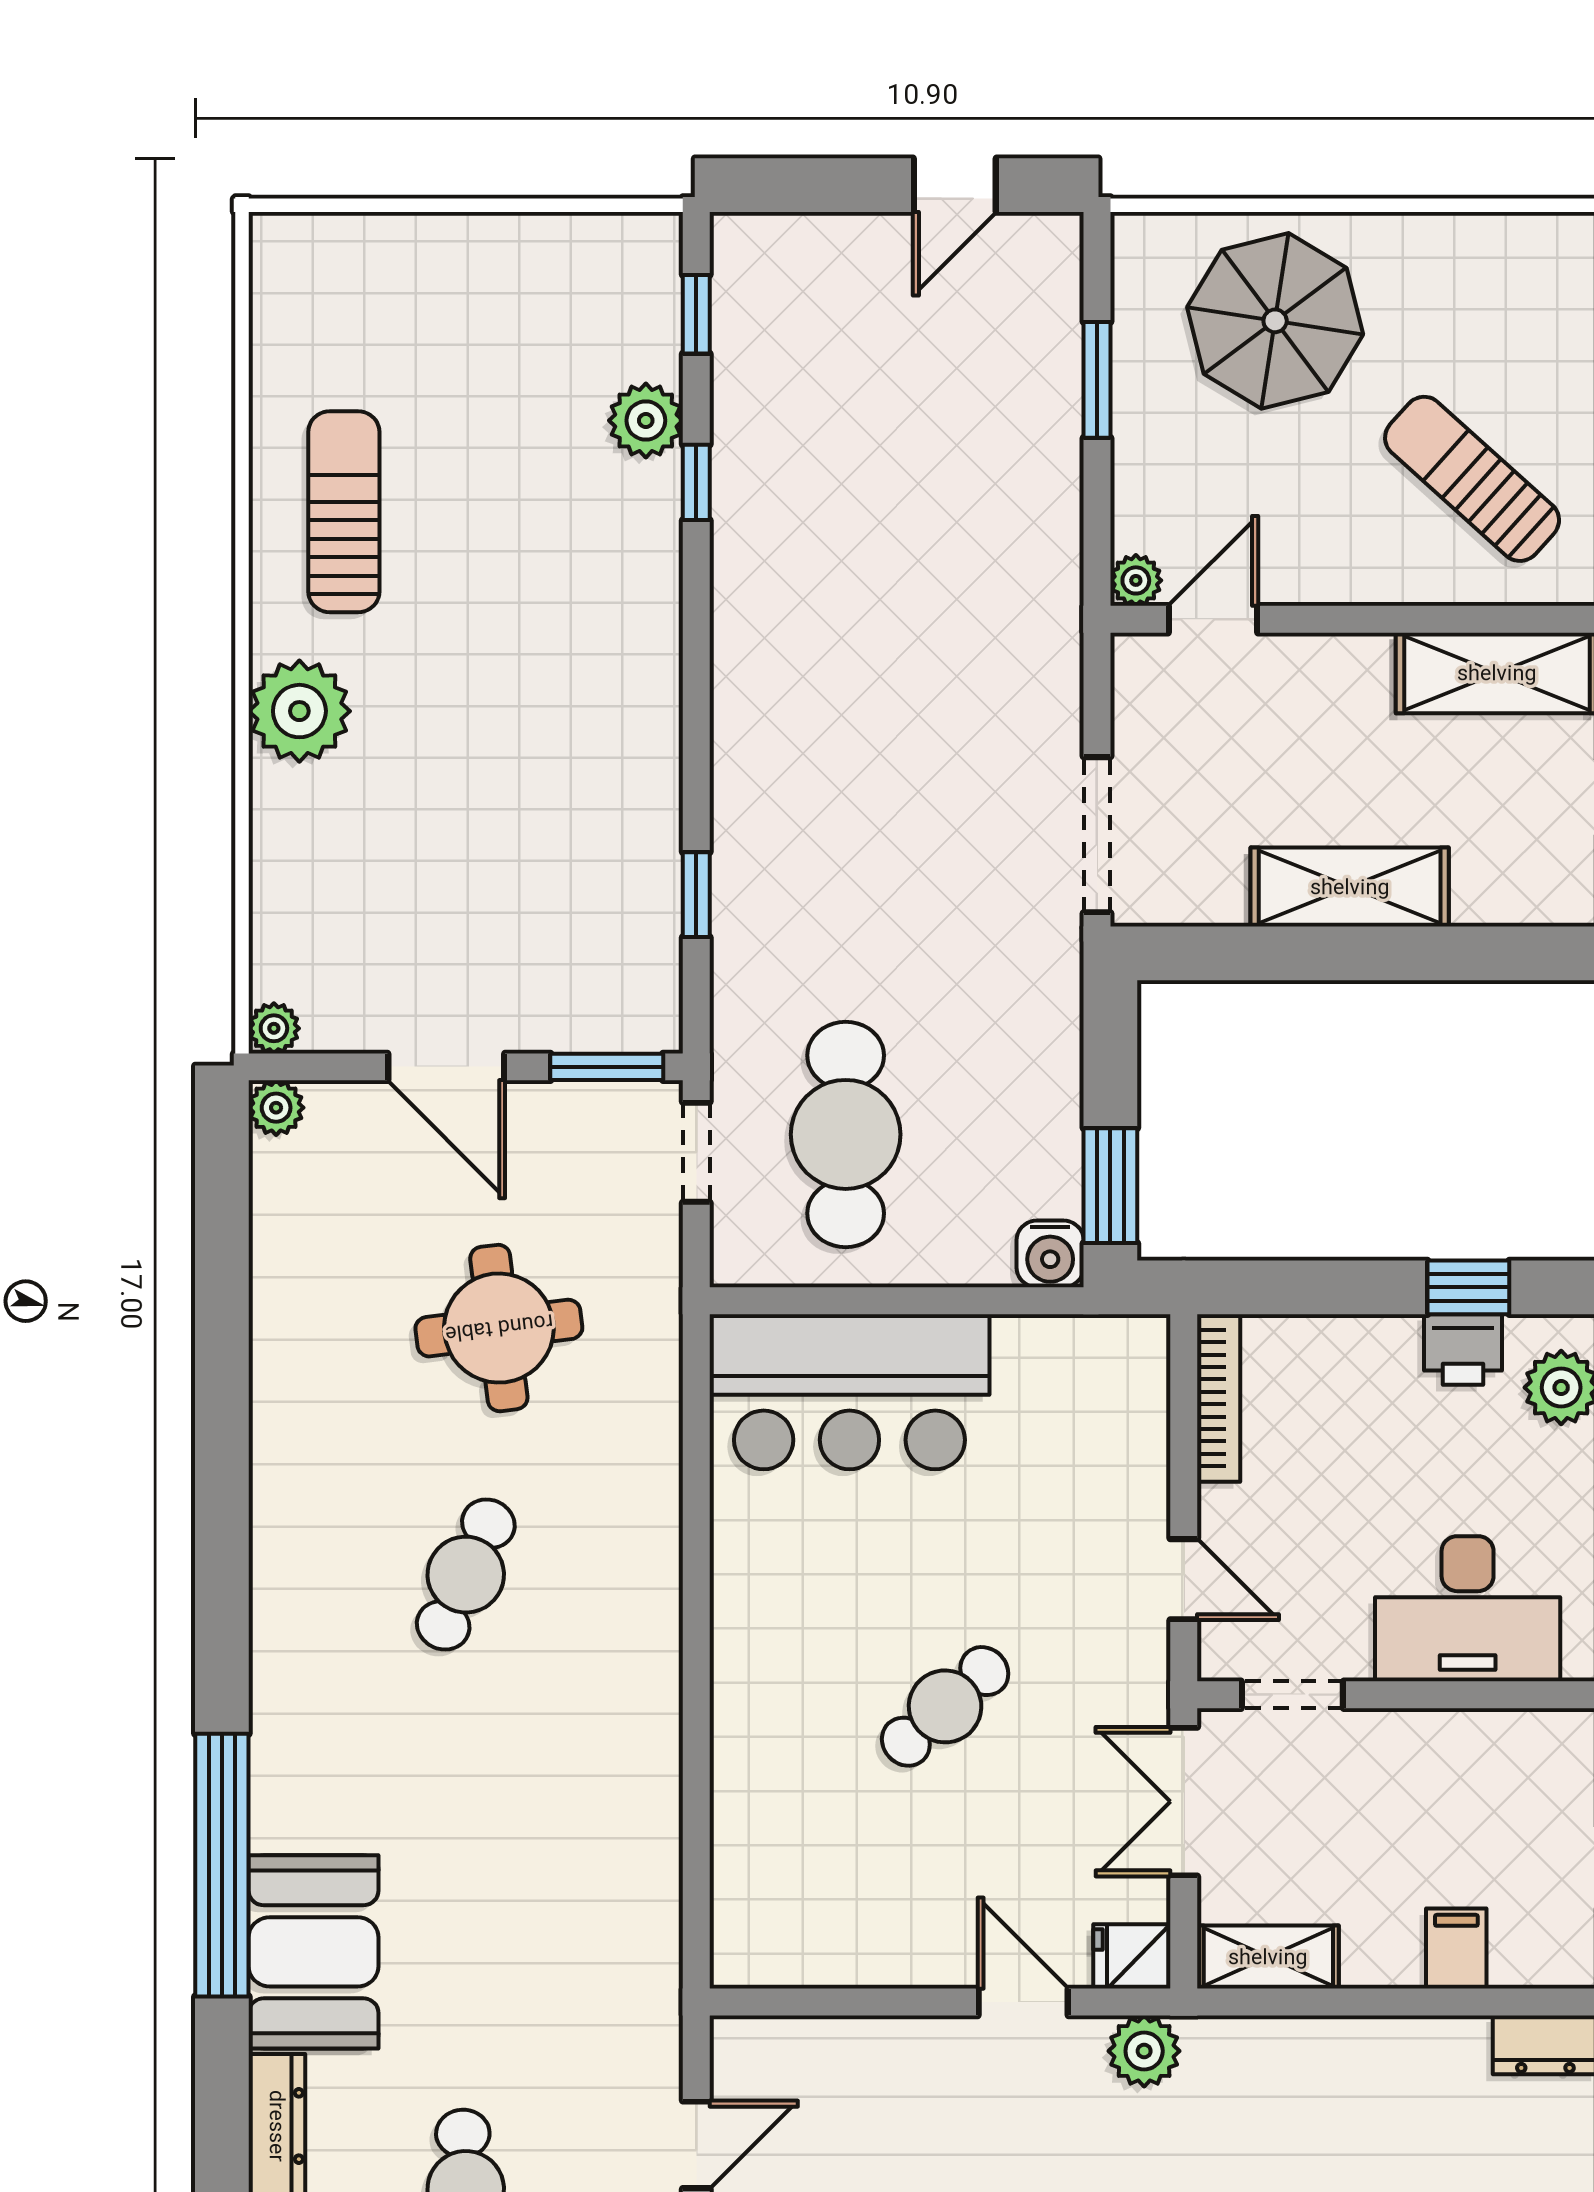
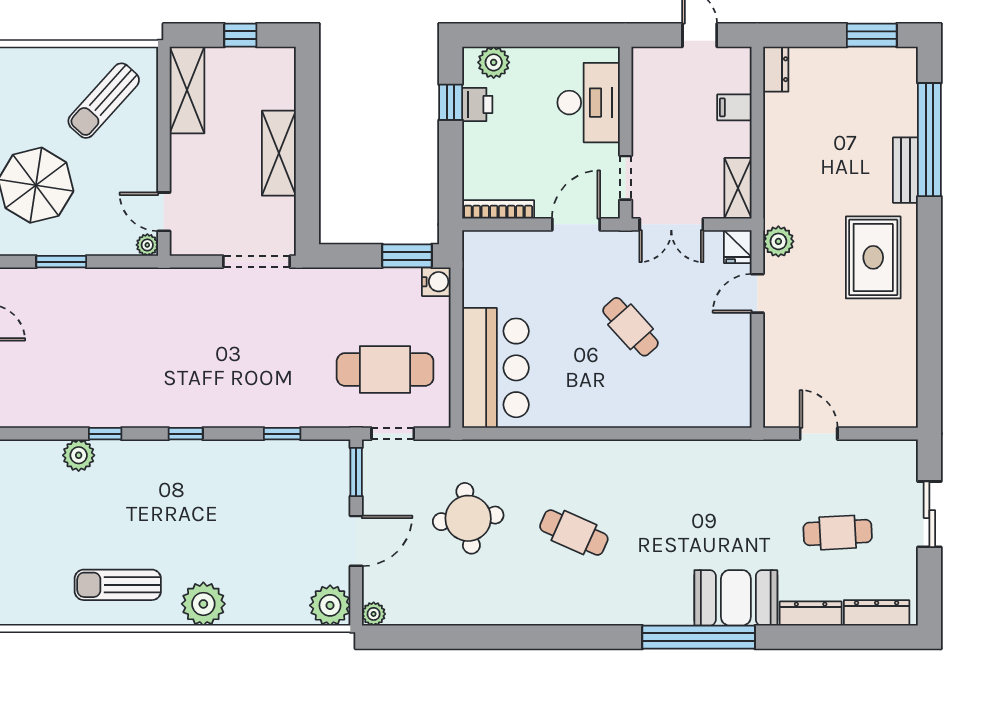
window: (696, 314) -> (186, 434), moved
plant: (274, 1028) -> (330, 605), width x1.88, depth x1.88
door: (1184, 1579) -> (576, 224), width x1.38

